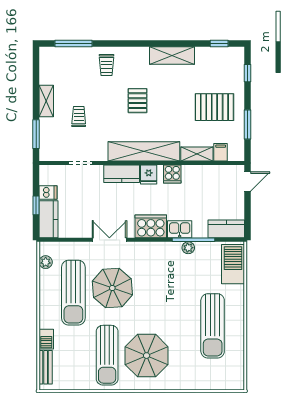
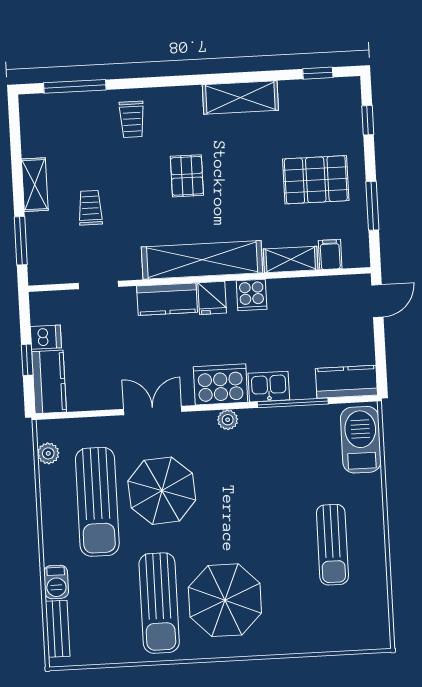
plant: (188, 248) -> (228, 420), moved
sun lounger: (213, 326) -> (332, 545), width x0.73, depth x0.75

